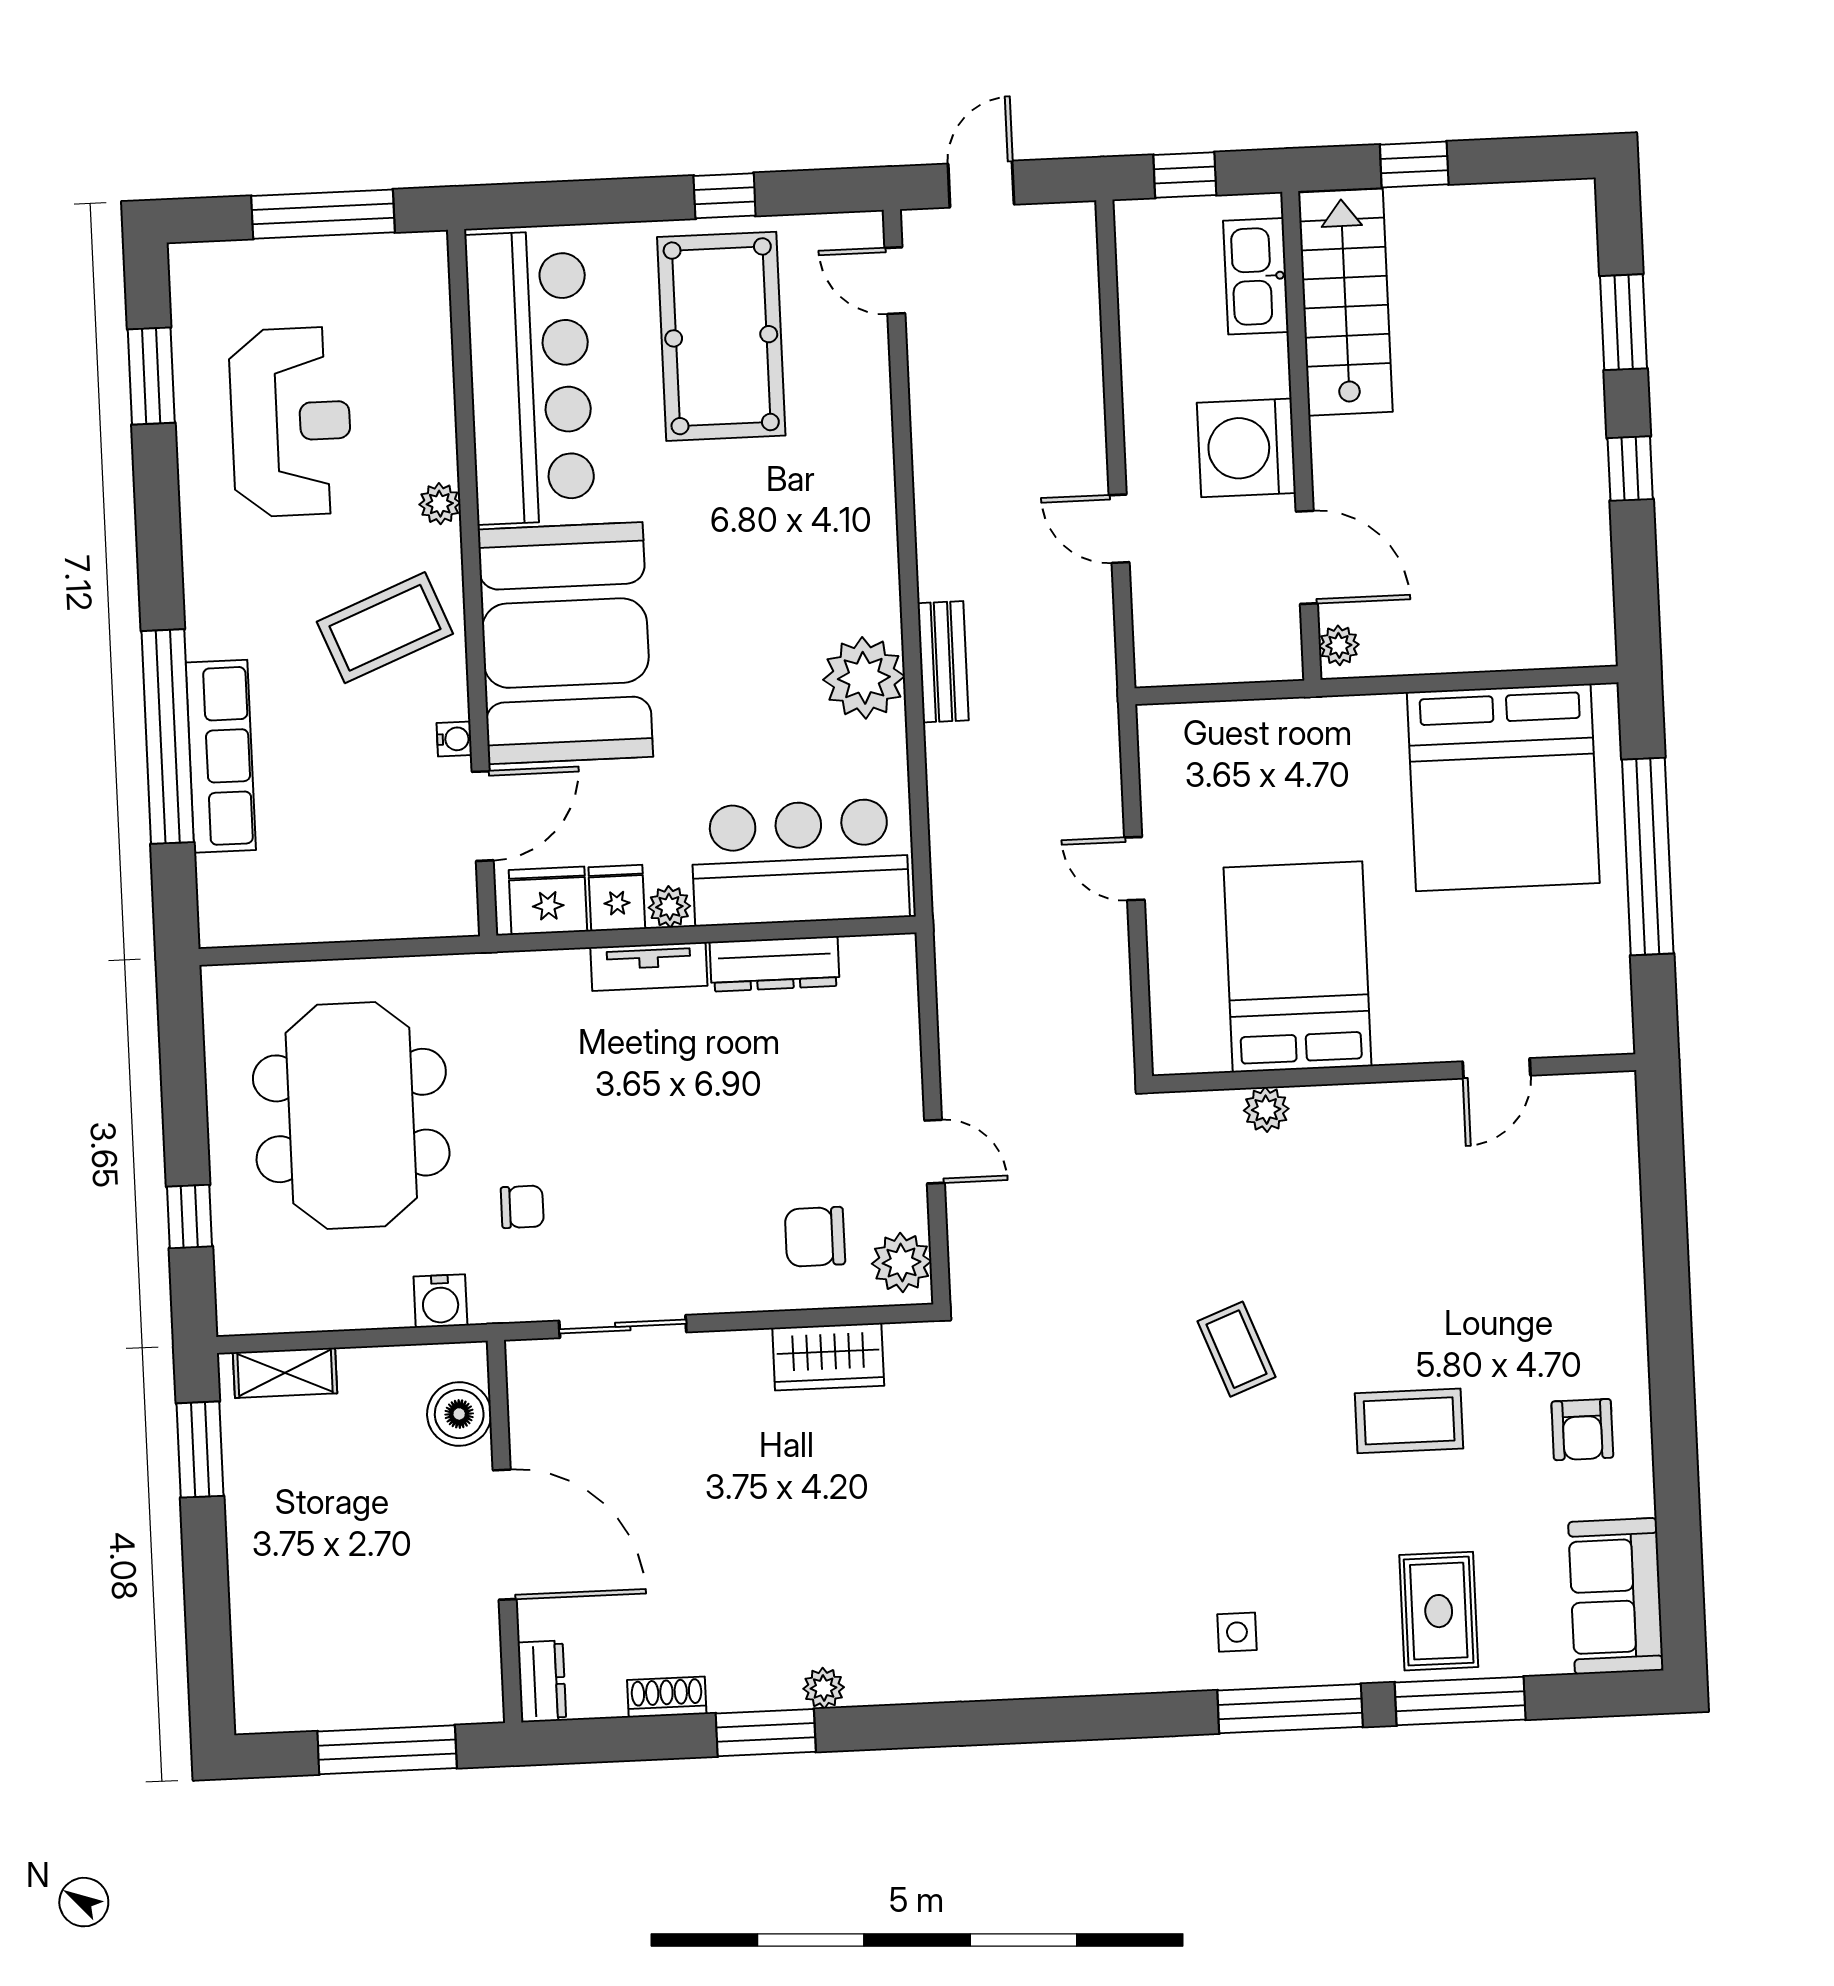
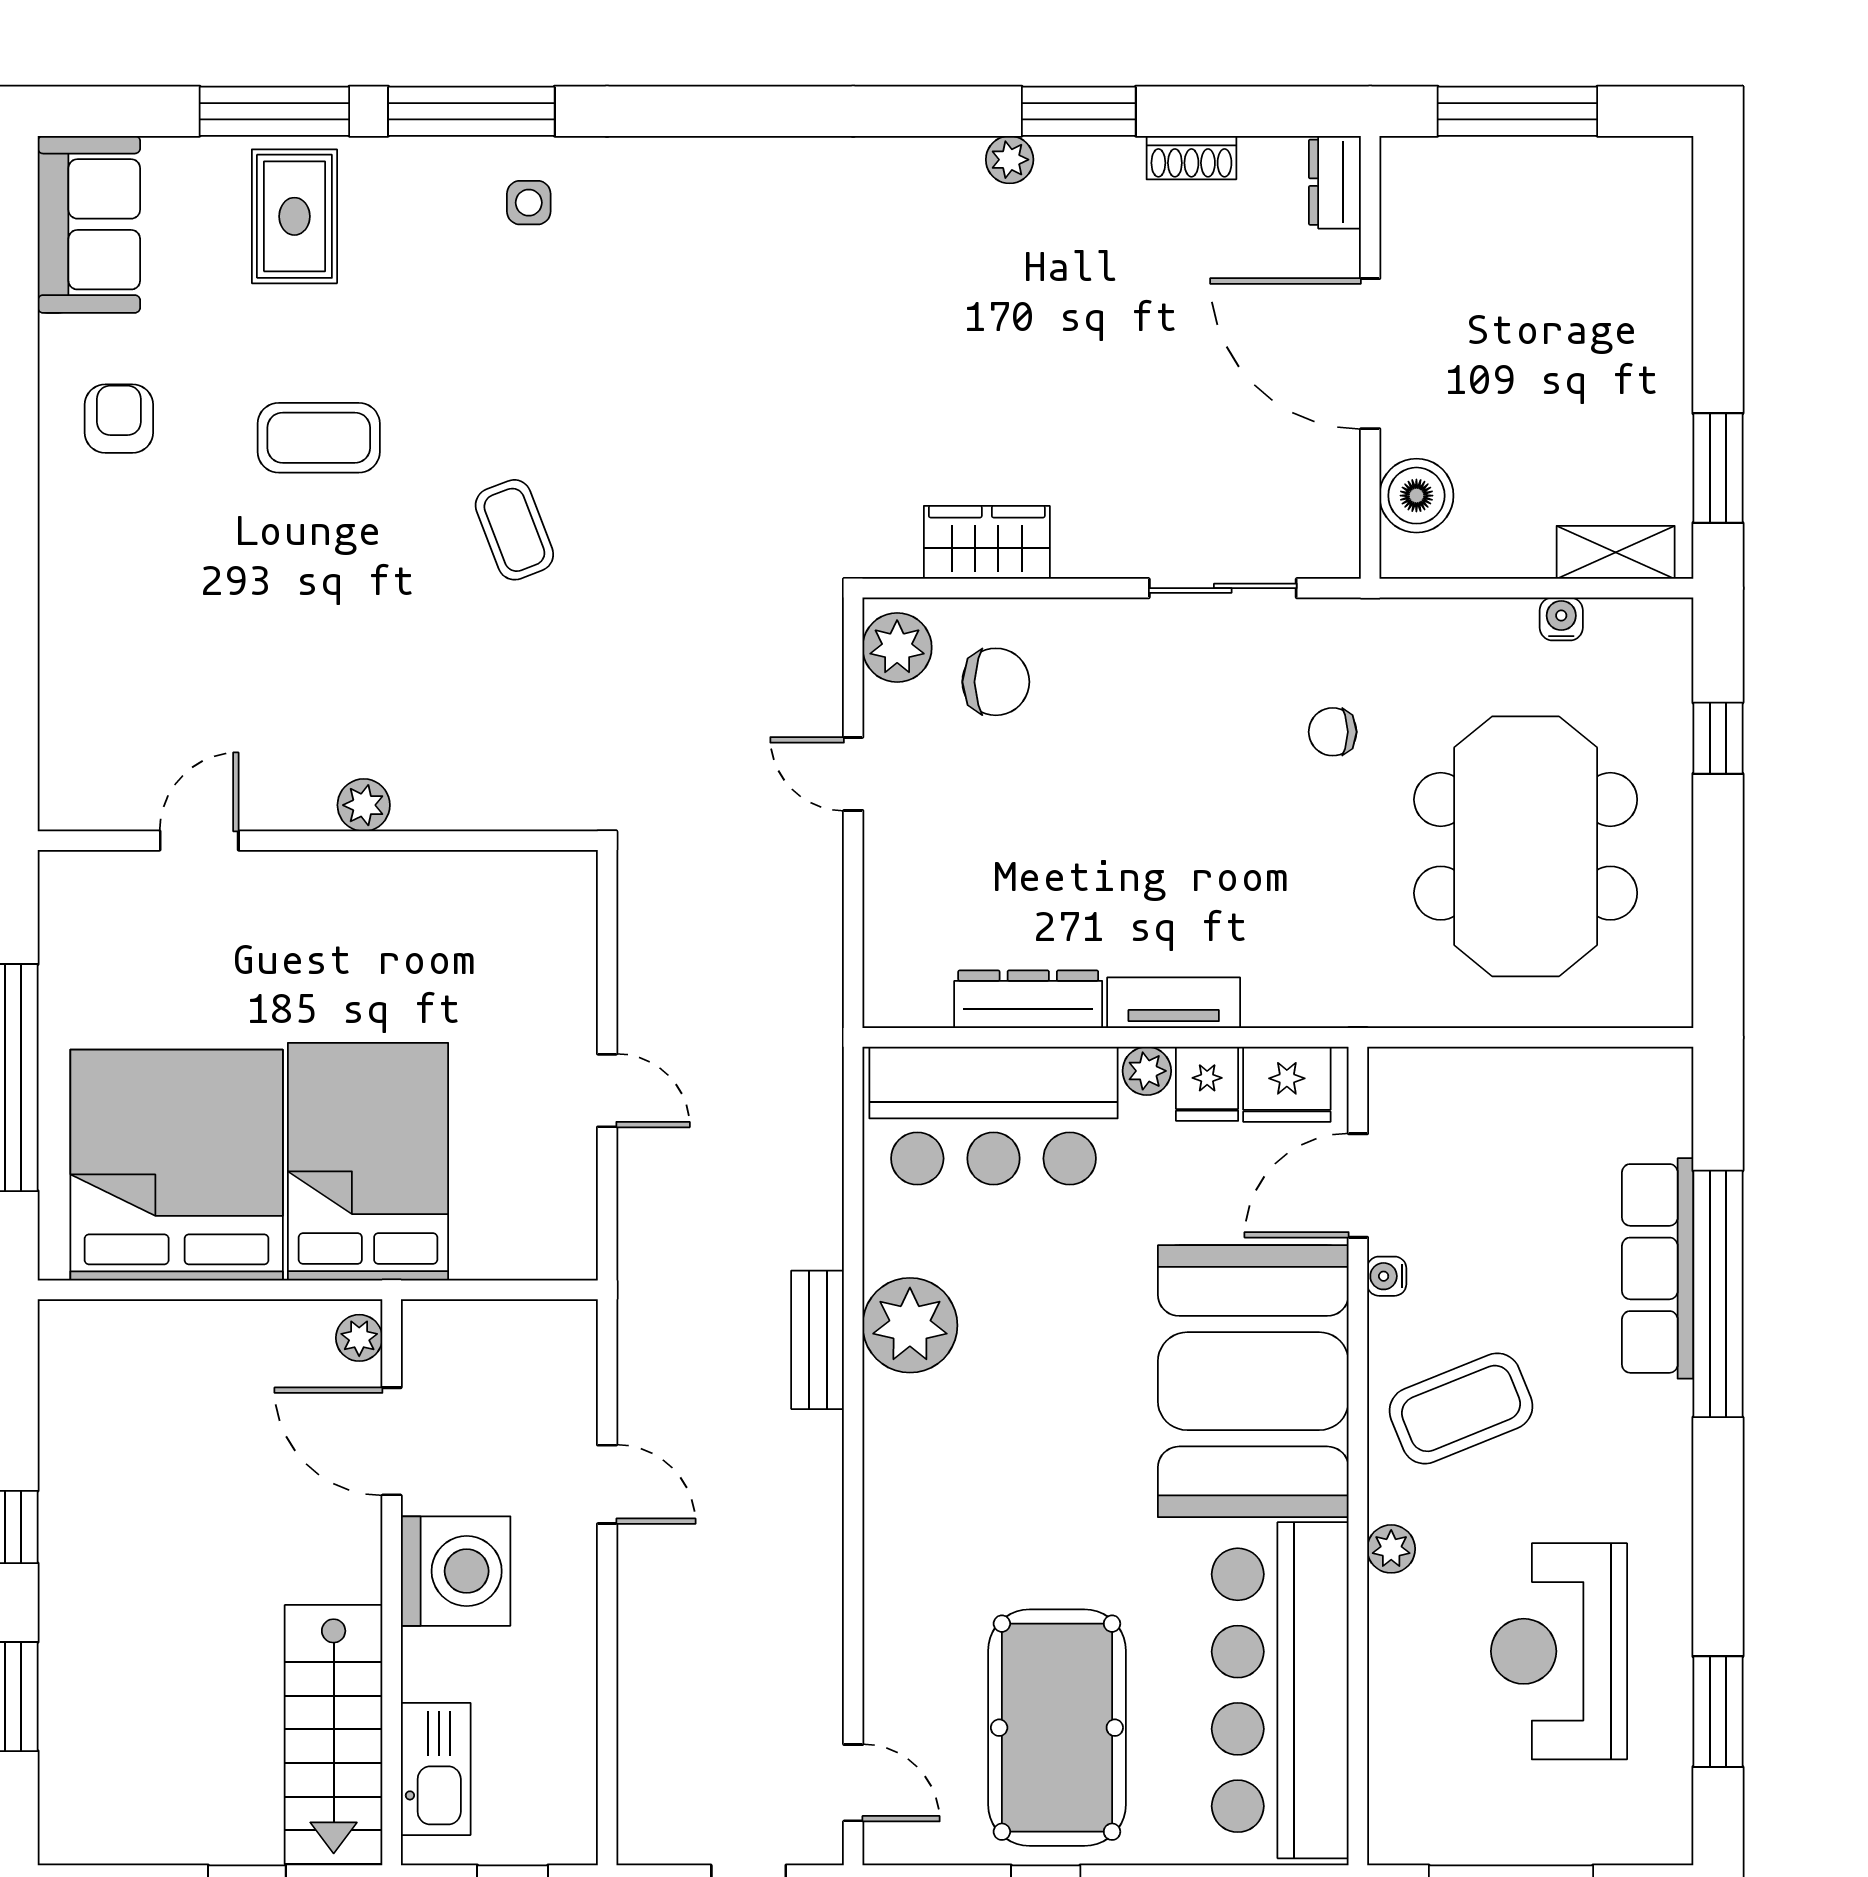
bed: (1298, 967) -> (368, 1162), moved, turned 180
plant: (1266, 1110) -> (364, 805), moved
water cooler: (440, 1301) -> (1561, 619), moved, width x0.72, depth x0.72

